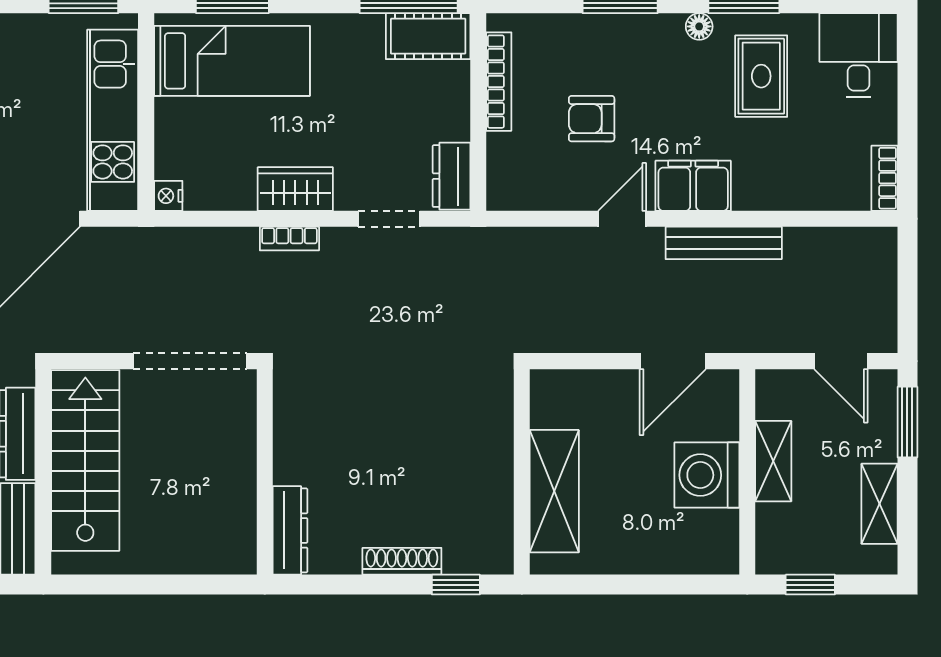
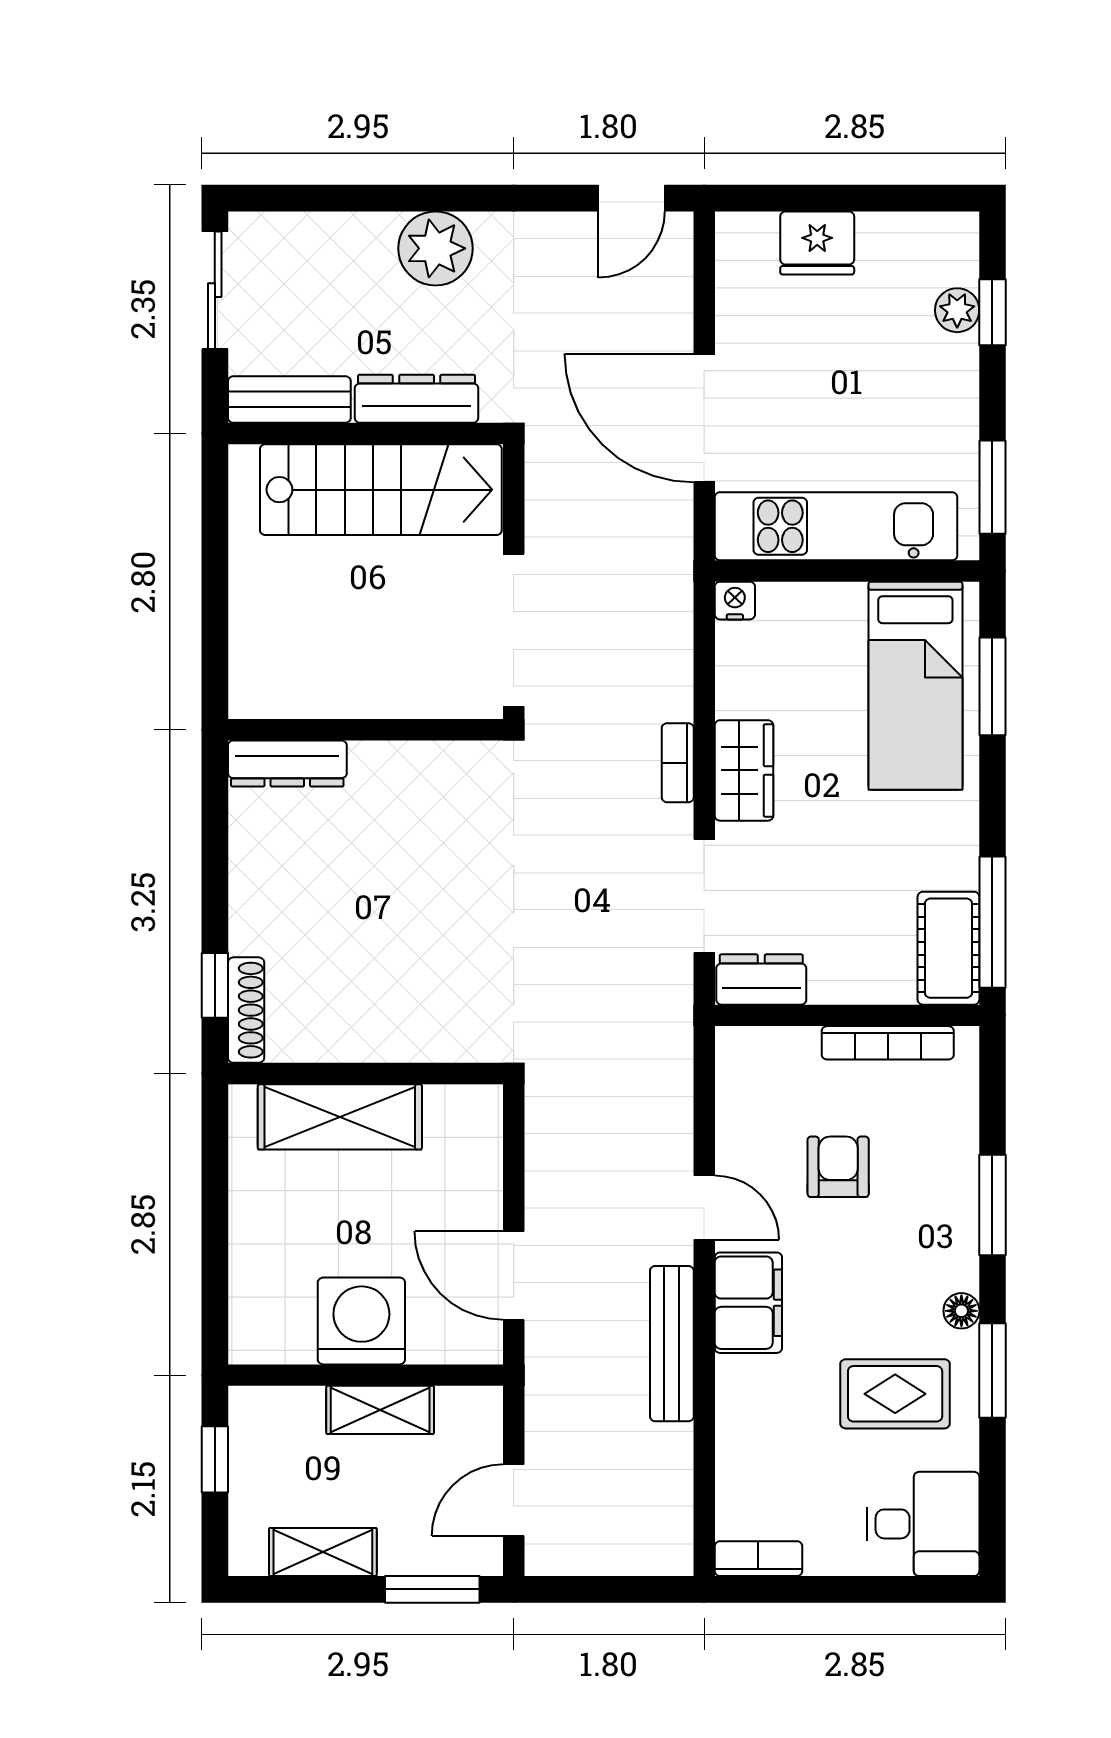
doorway: (389, 219) -> (704, 896), width x1.38
shoe rack: (402, 561) -> (246, 1010), moved

